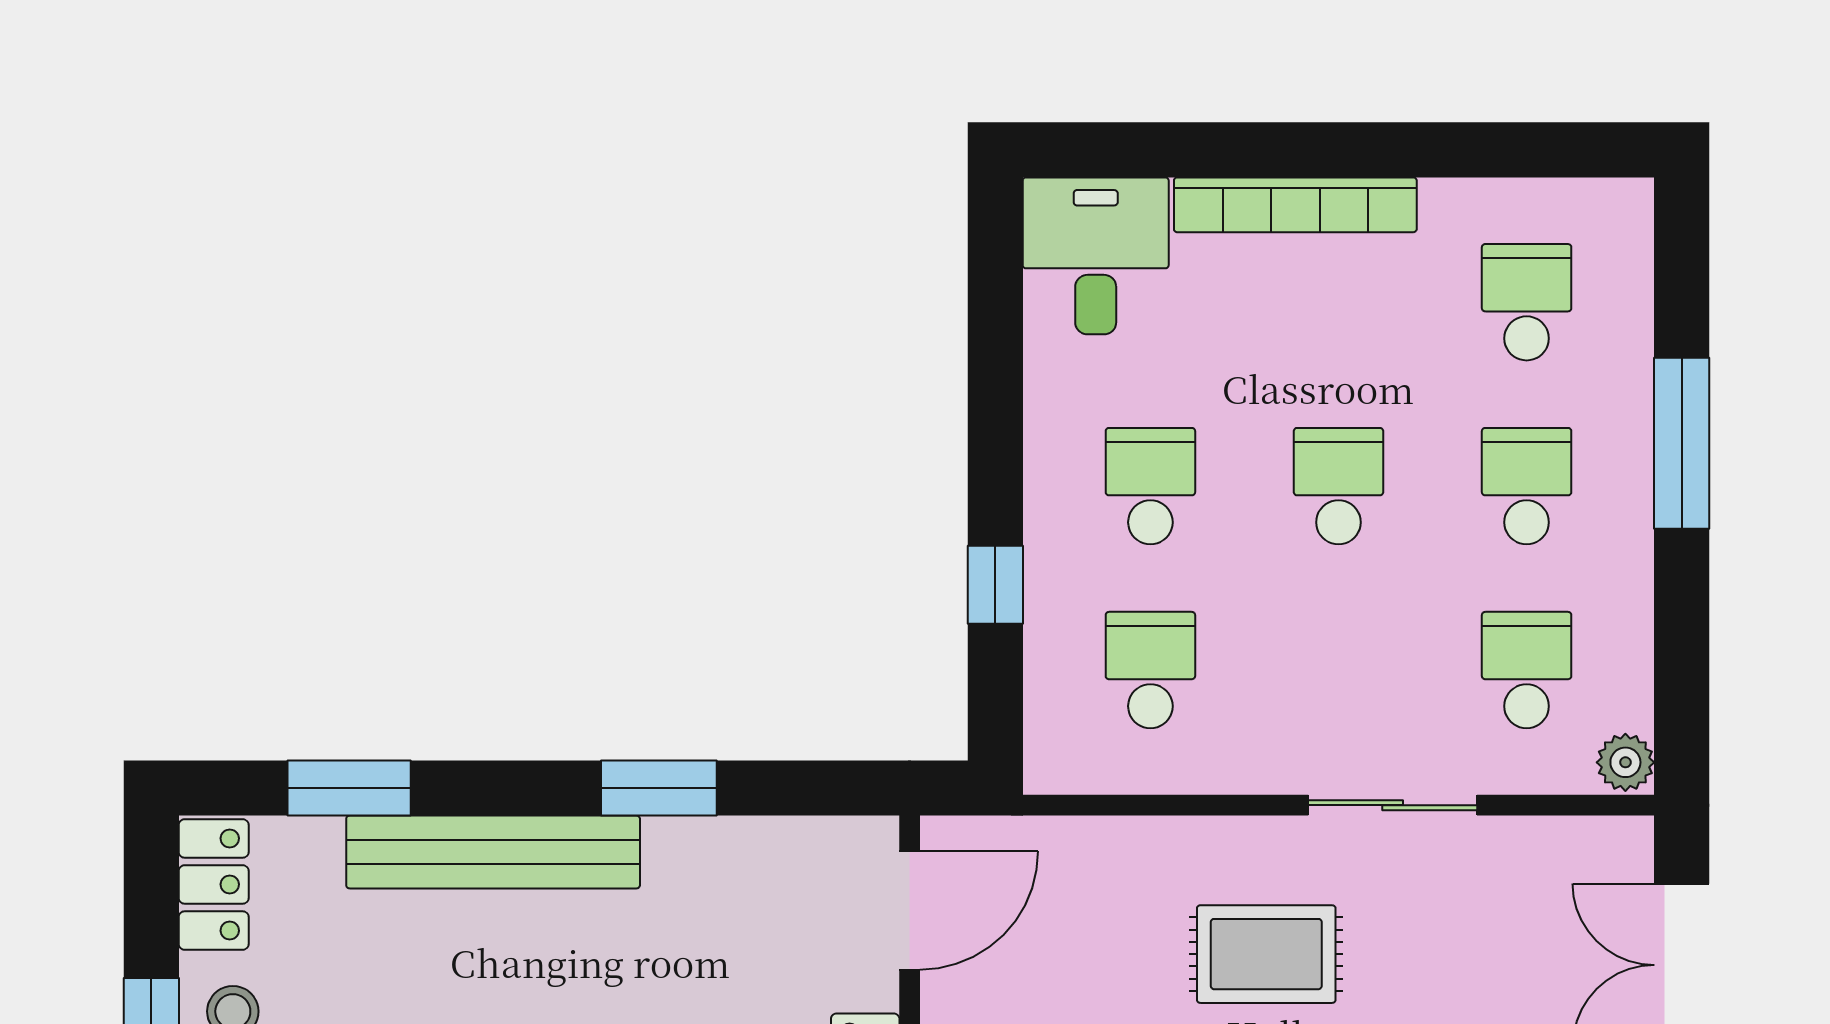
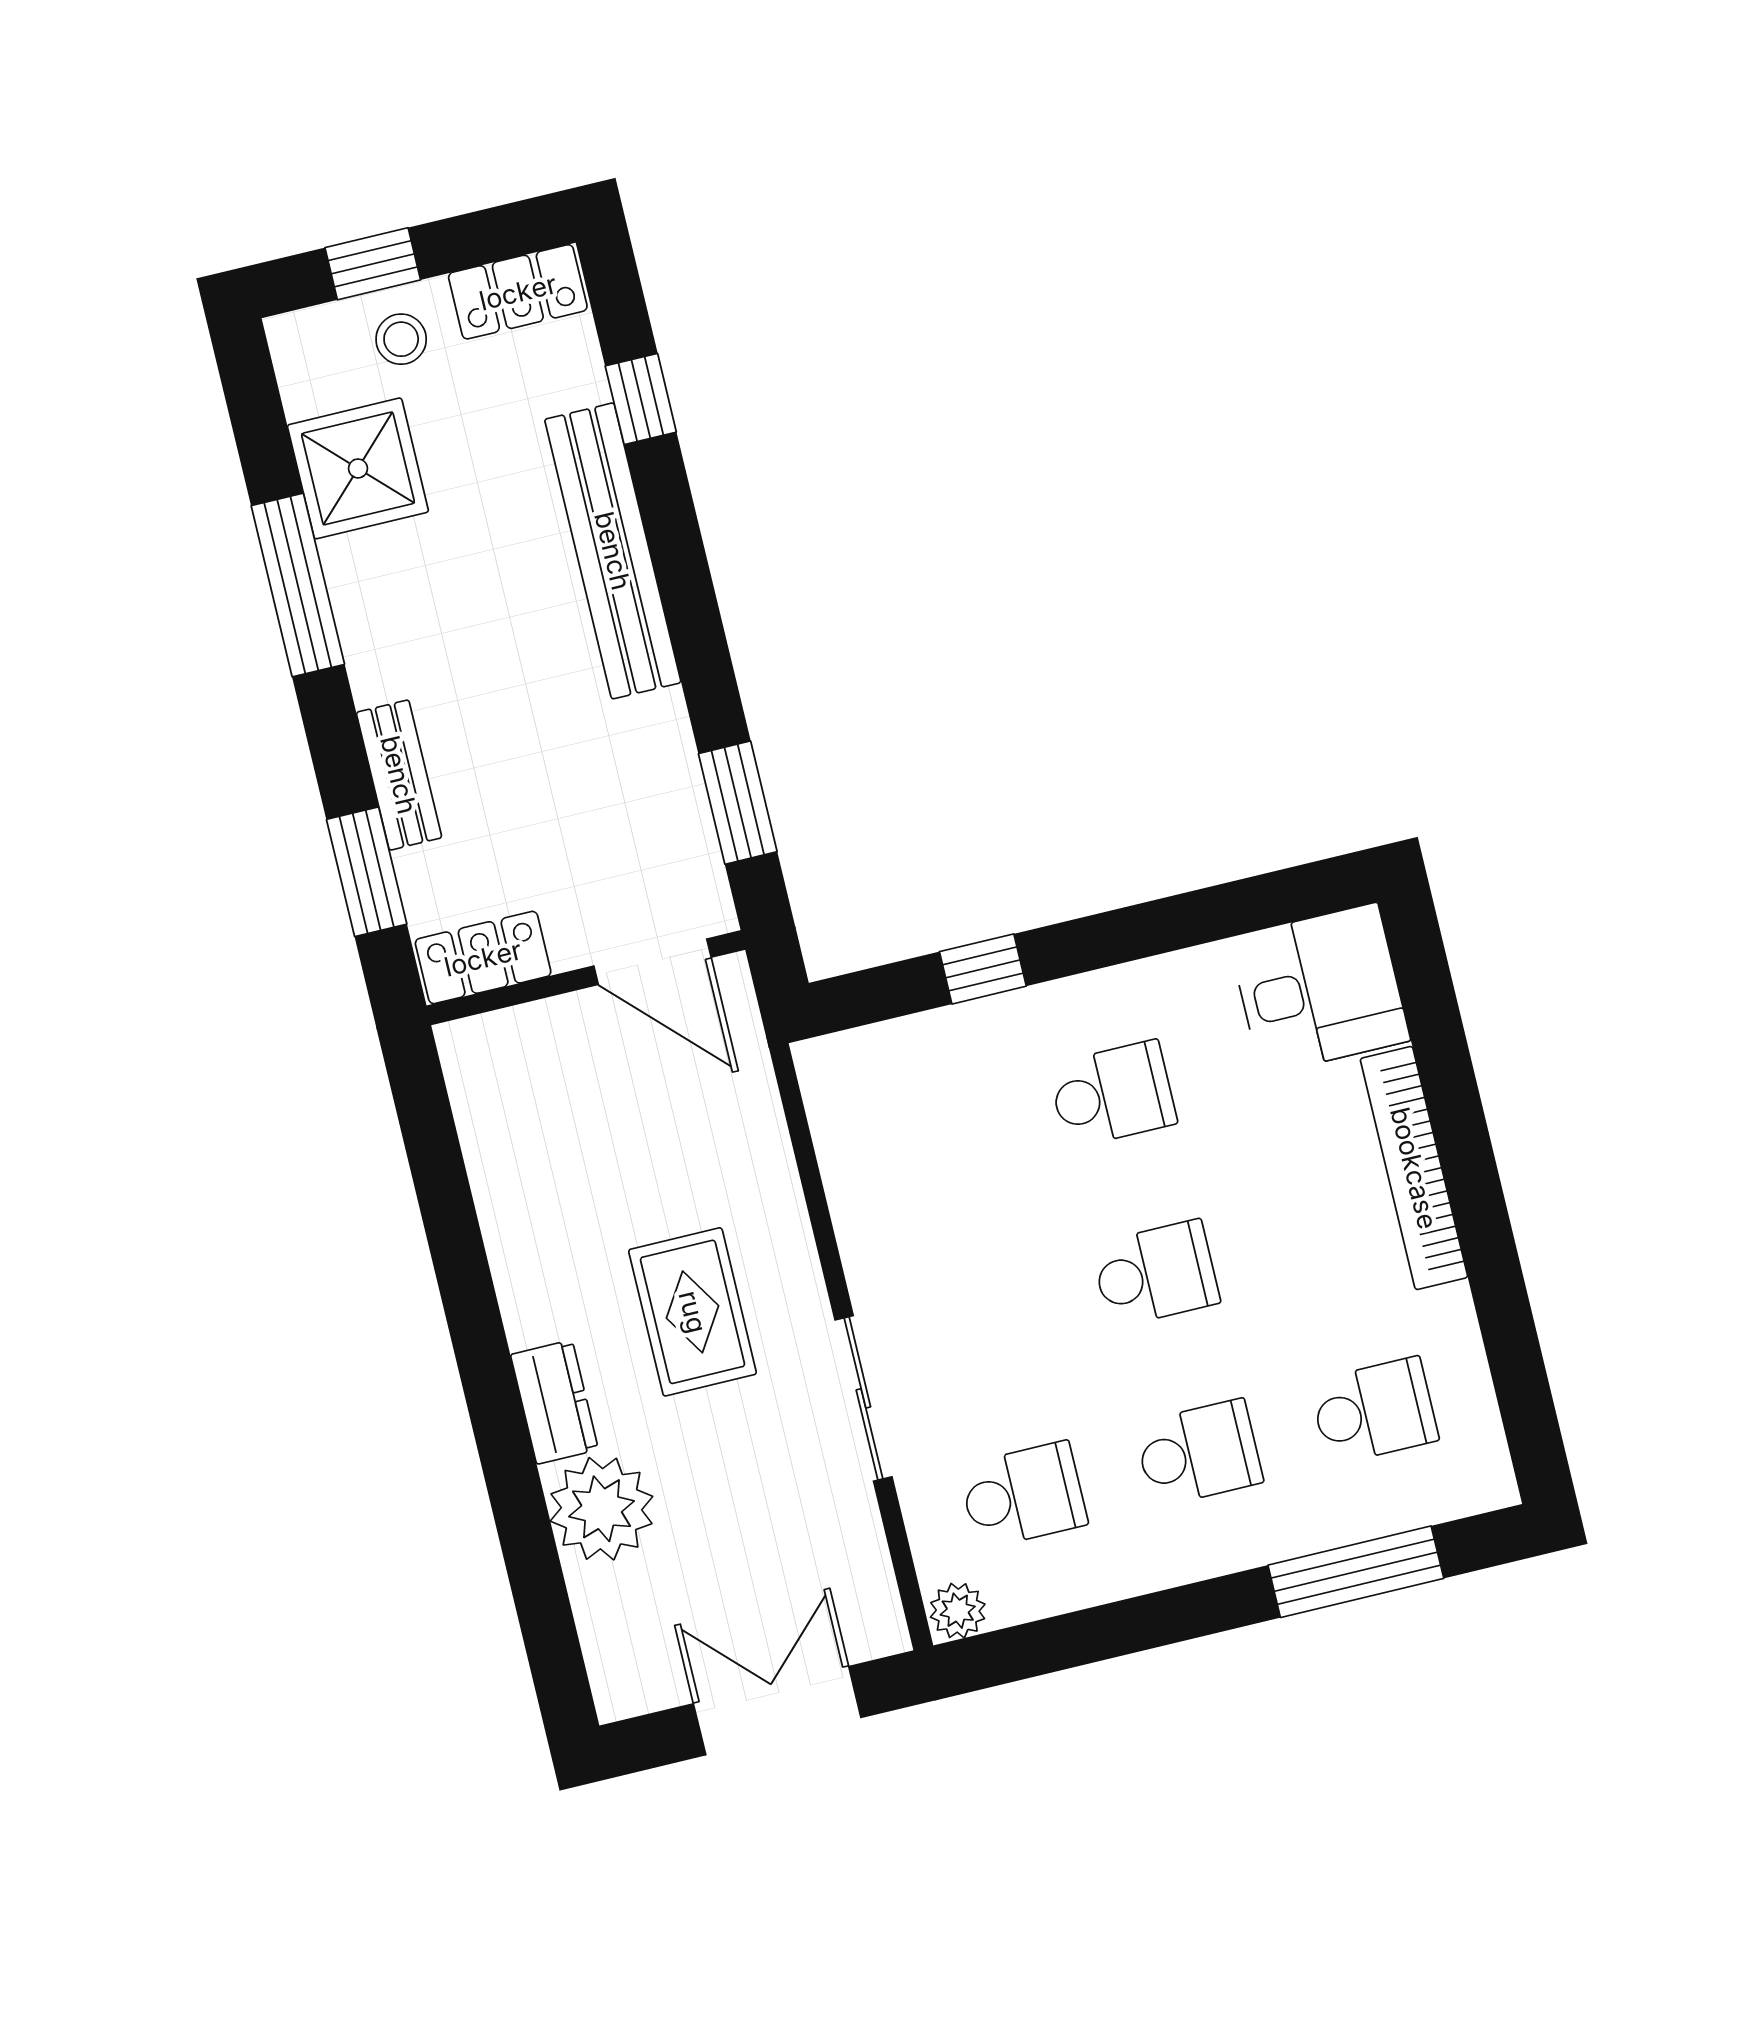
window: (1682, 443) -> (1356, 1572), moved
school desk: (1150, 670) -> (937, 1136), removed
window: (349, 788) -> (641, 399), width x0.67
window: (659, 788) -> (738, 803), moved

